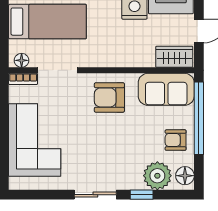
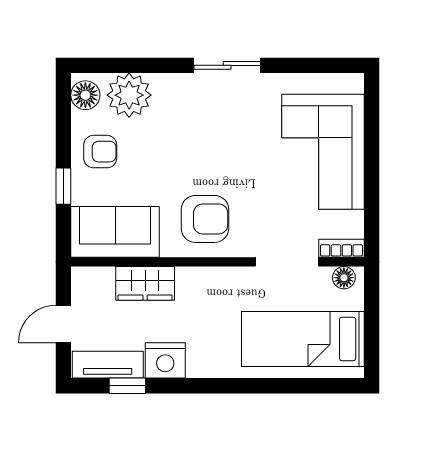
wardrobe: (174, 57) -> (145, 283), moved
window: (199, 118) -> (63, 186), width x0.32
window: (142, 195) -> (154, 65), removed

